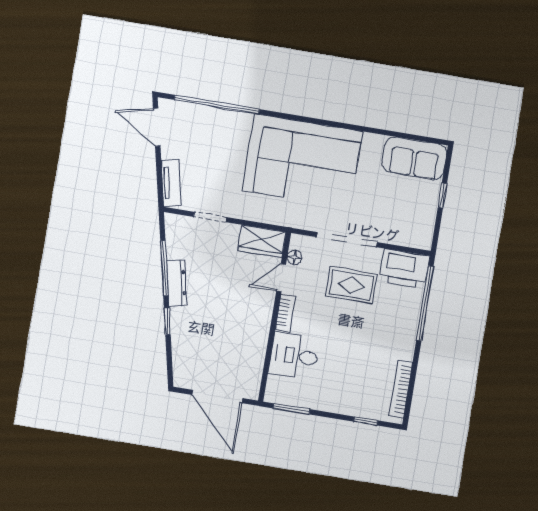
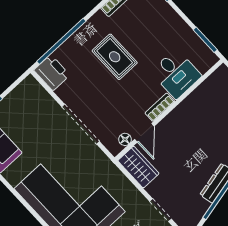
printer: (404, 269) -> (52, 73), width x0.73, depth x0.84
door: (281, 278) -> (144, 133), hinge flipped
rug: (351, 285) -> (115, 57), moved

